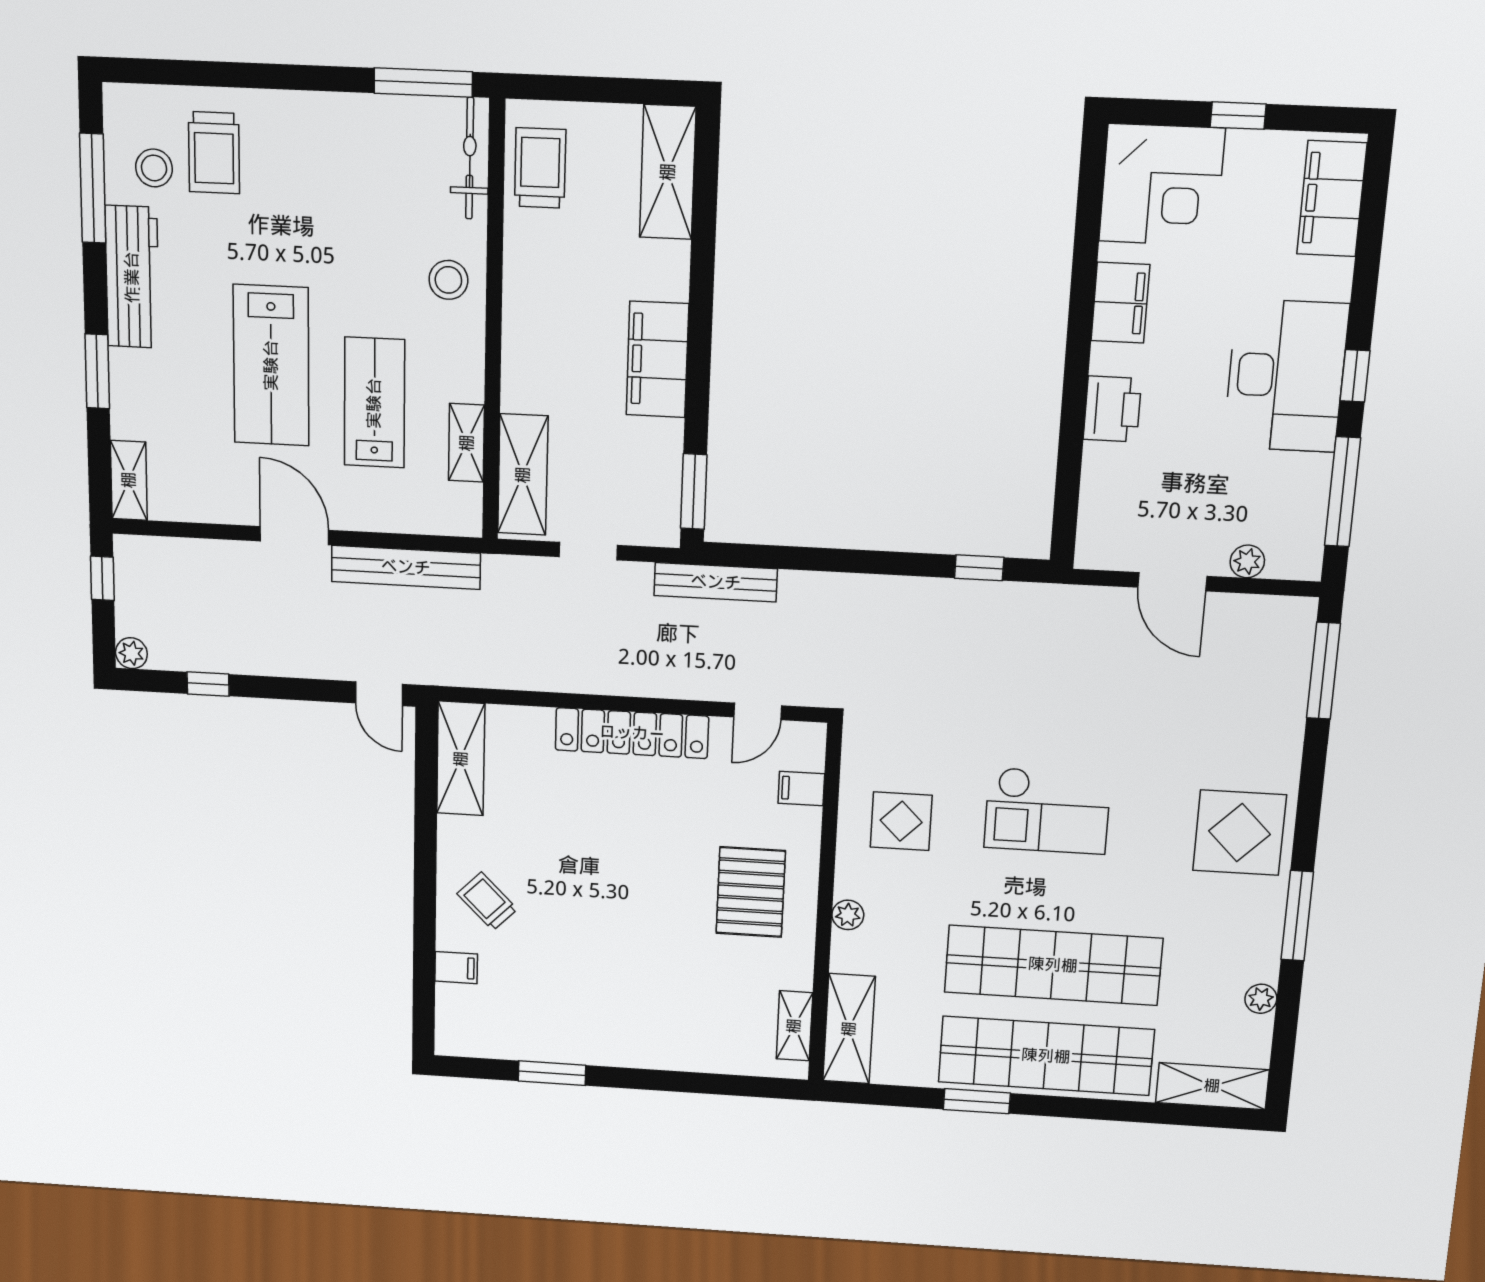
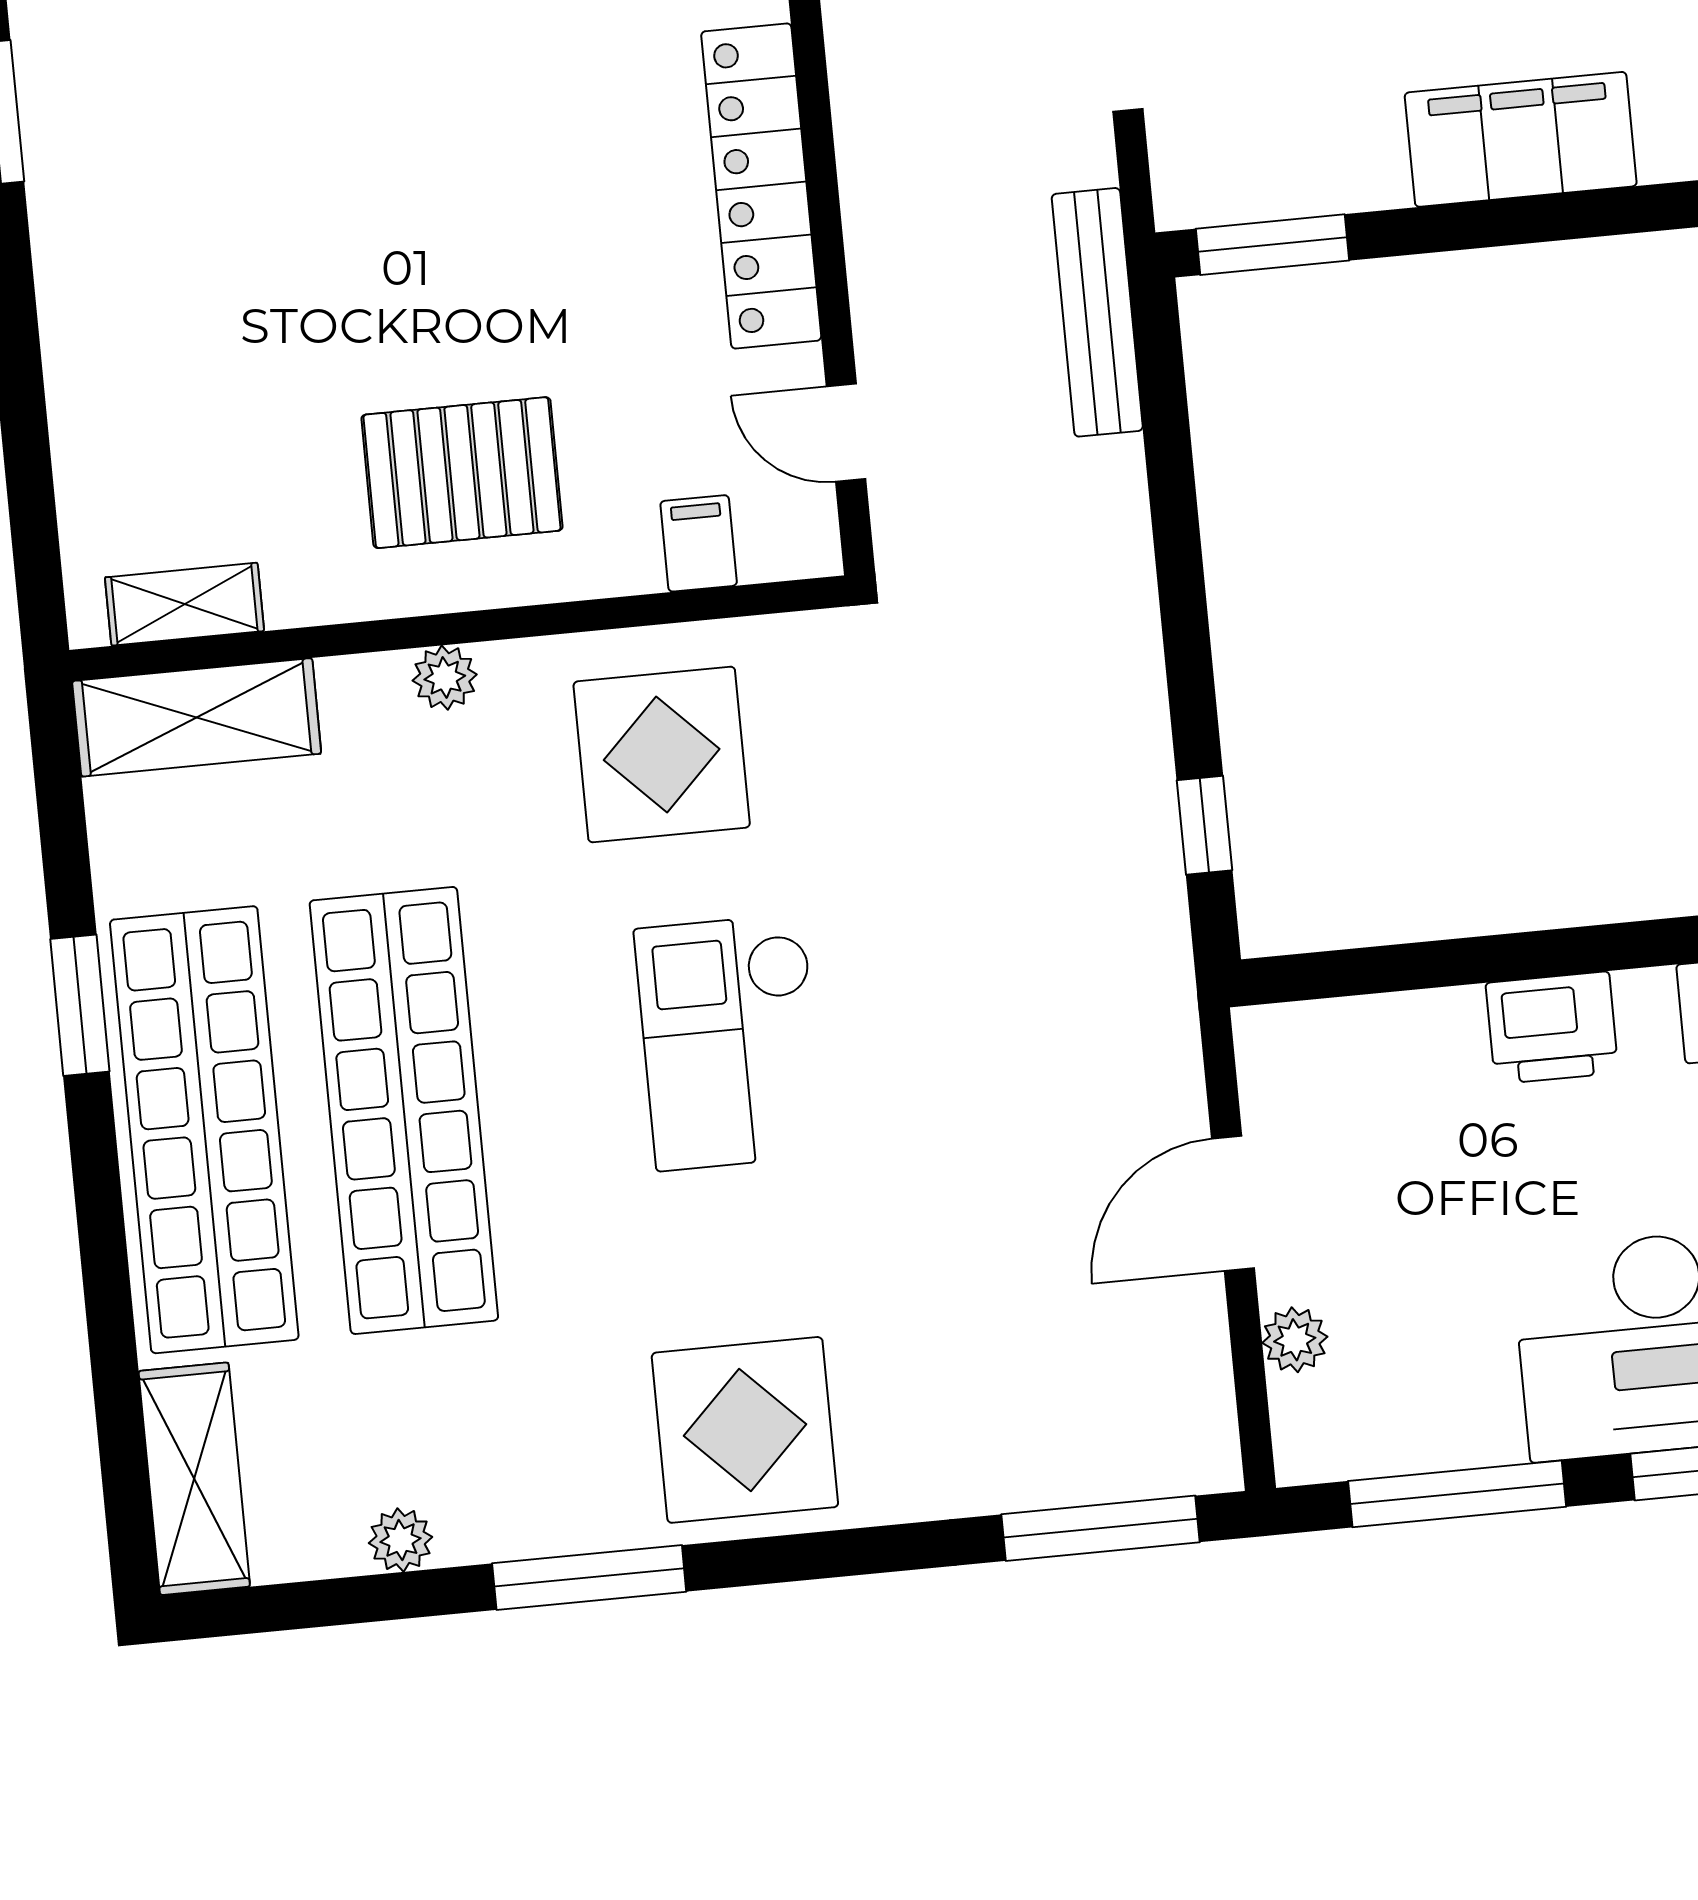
display table: (901, 821) -> (662, 754), width x1.36, depth x1.36

